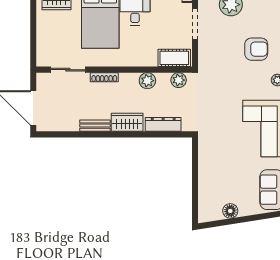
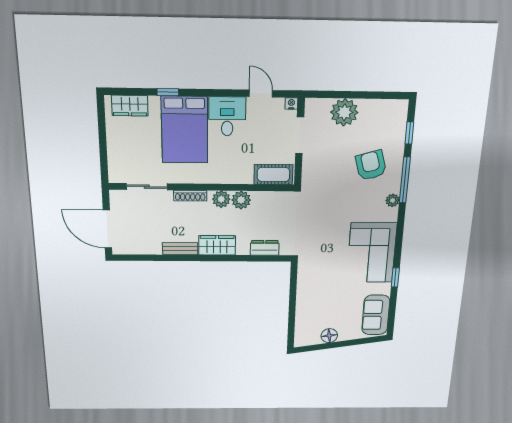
armchair: (256, 49) -> (371, 165), turned -106
plant: (179, 80) -> (221, 199), moved
dresser: (163, 124) -> (265, 248), width x0.70

